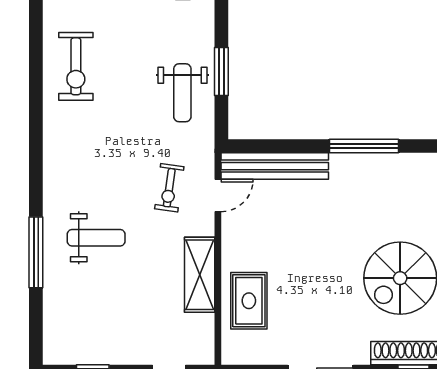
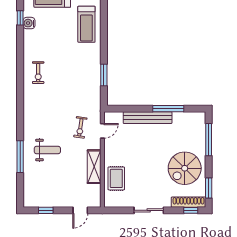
exercise bike: (76, 66) -> (38, 73), width x0.73, depth x0.72
weight bench: (182, 93) -> (86, 85), removed
bench: (275, 166) -> (148, 118), moved

